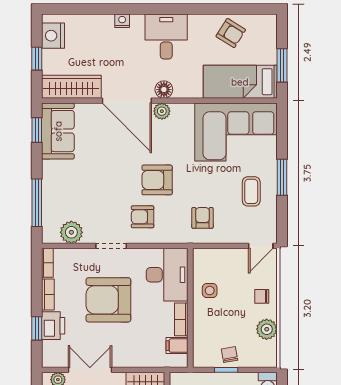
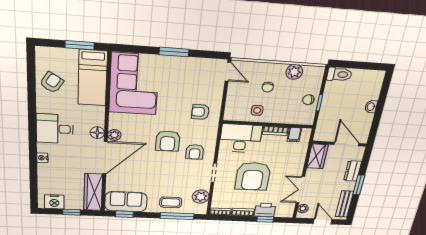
coffee table: (251, 191) -> (171, 202), moved
chair: (262, 296) -> (268, 87), moved

